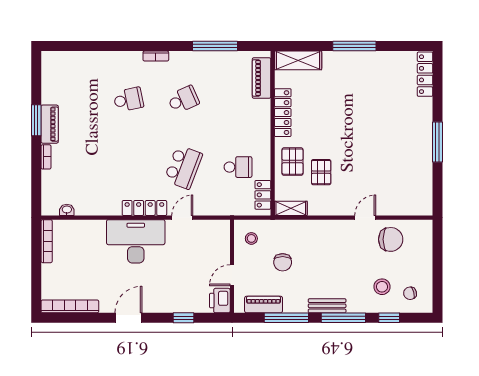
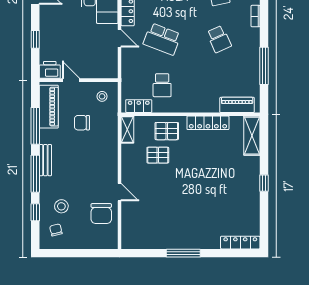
window: (354, 46) -> (264, 183), width x0.46
piano: (264, 305) -> (49, 107), width x1.37, depth x1.33

